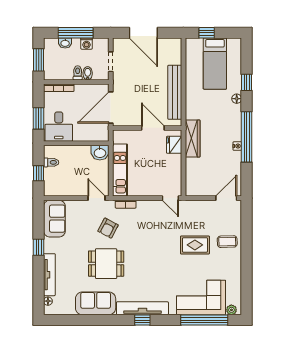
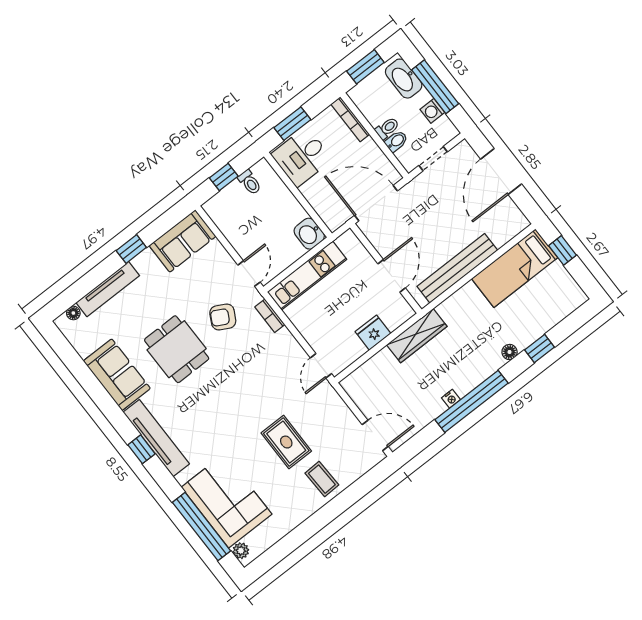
washbasin: (65, 43) -> (404, 79), width x1.91, depth x1.45
bed: (215, 64) -> (515, 268), moved
fridge: (174, 145) -> (373, 333), moved

